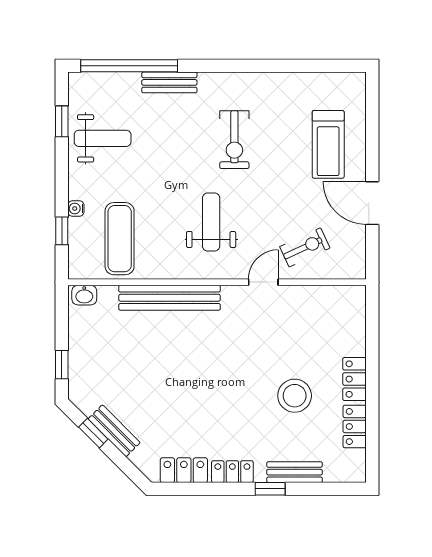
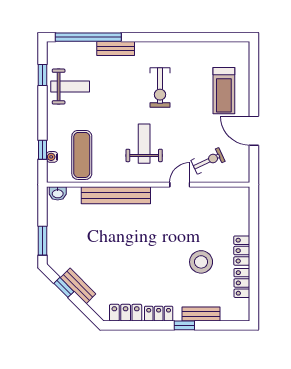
water cooler: (76, 209) -> (52, 157), moved
window: (62, 365) -> (42, 241), width x1.50

